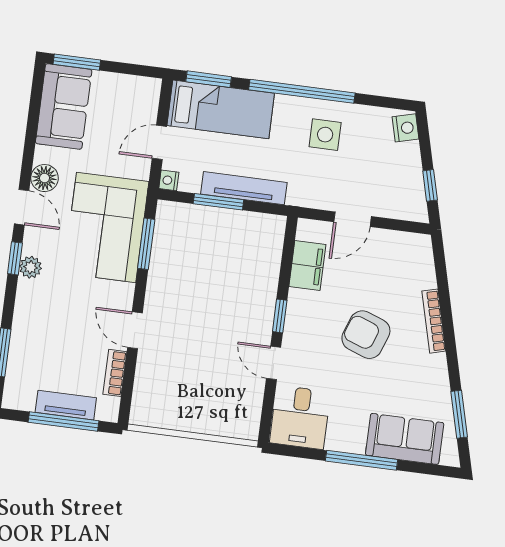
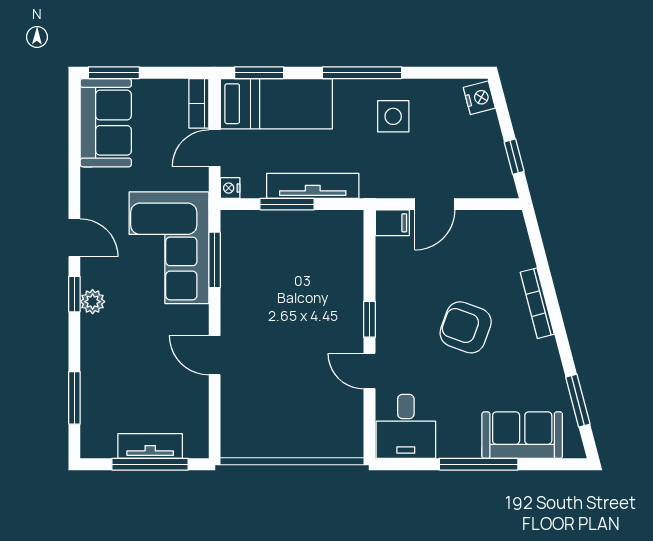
window: (302, 91) -> (362, 73), width x0.68
floor lamp: (45, 178) -> (95, 203), removed
filing cabinet: (307, 266) -> (392, 223), moved, width x0.50
bookcase: (115, 373) -> (199, 103), moved

